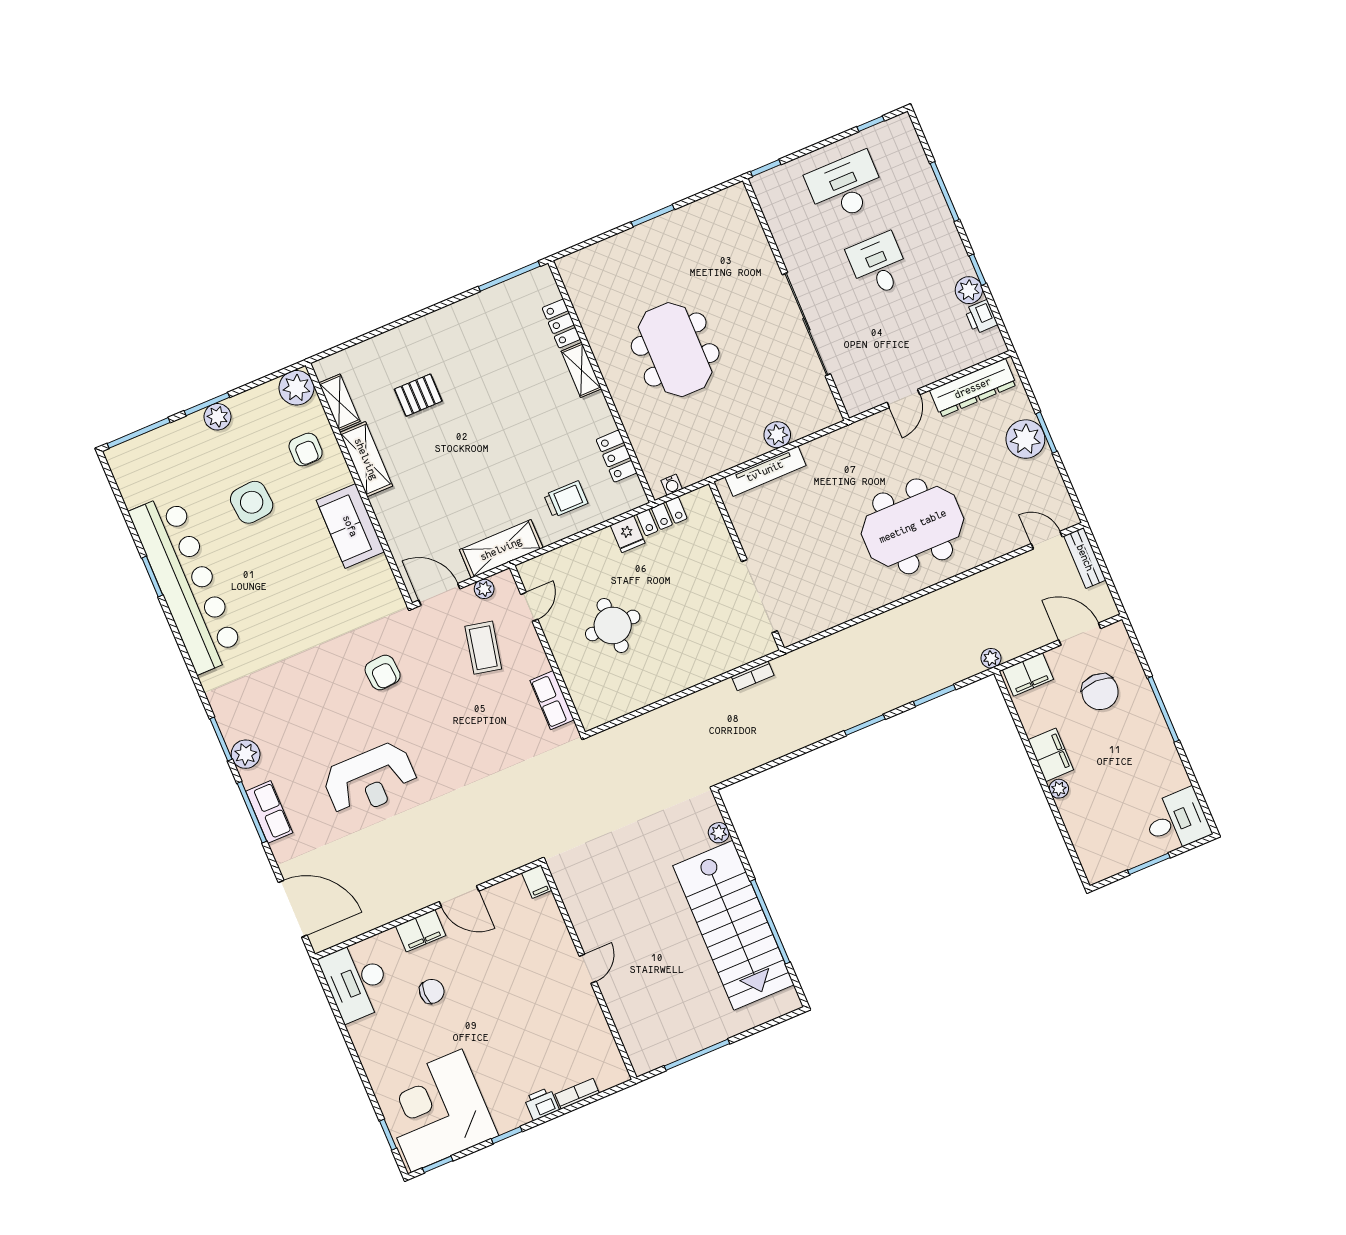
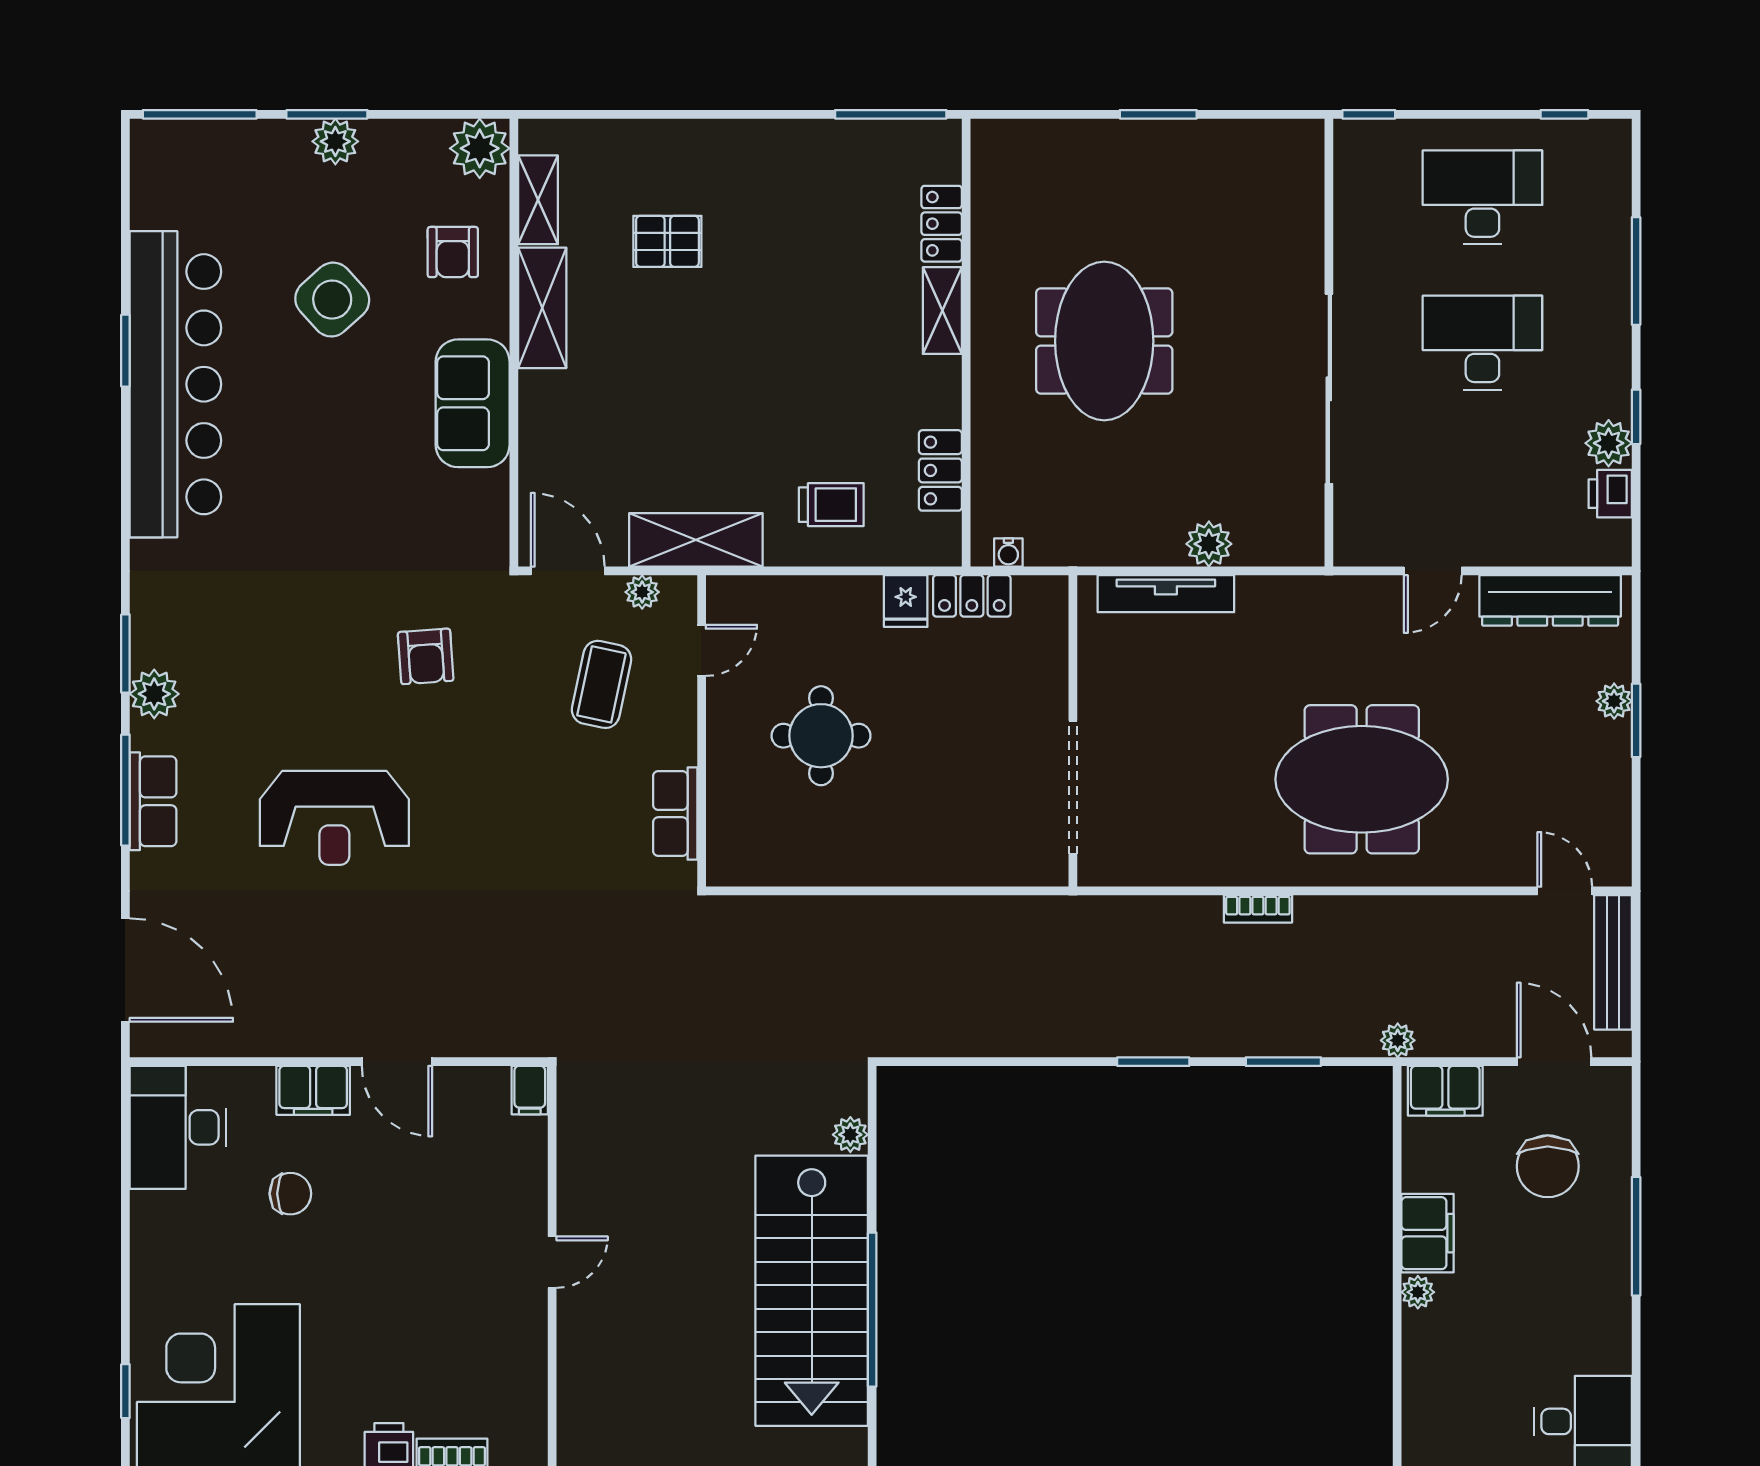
desk: (878, 265) -> (1482, 343), width x1.37
plant: (1025, 439) -> (1614, 701), width x0.53, depth x0.53
side table: (252, 502) -> (332, 300), turned -37
bench: (1085, 558) -> (1613, 962), width x1.36
bookcase: (753, 676) -> (1258, 909), moved

